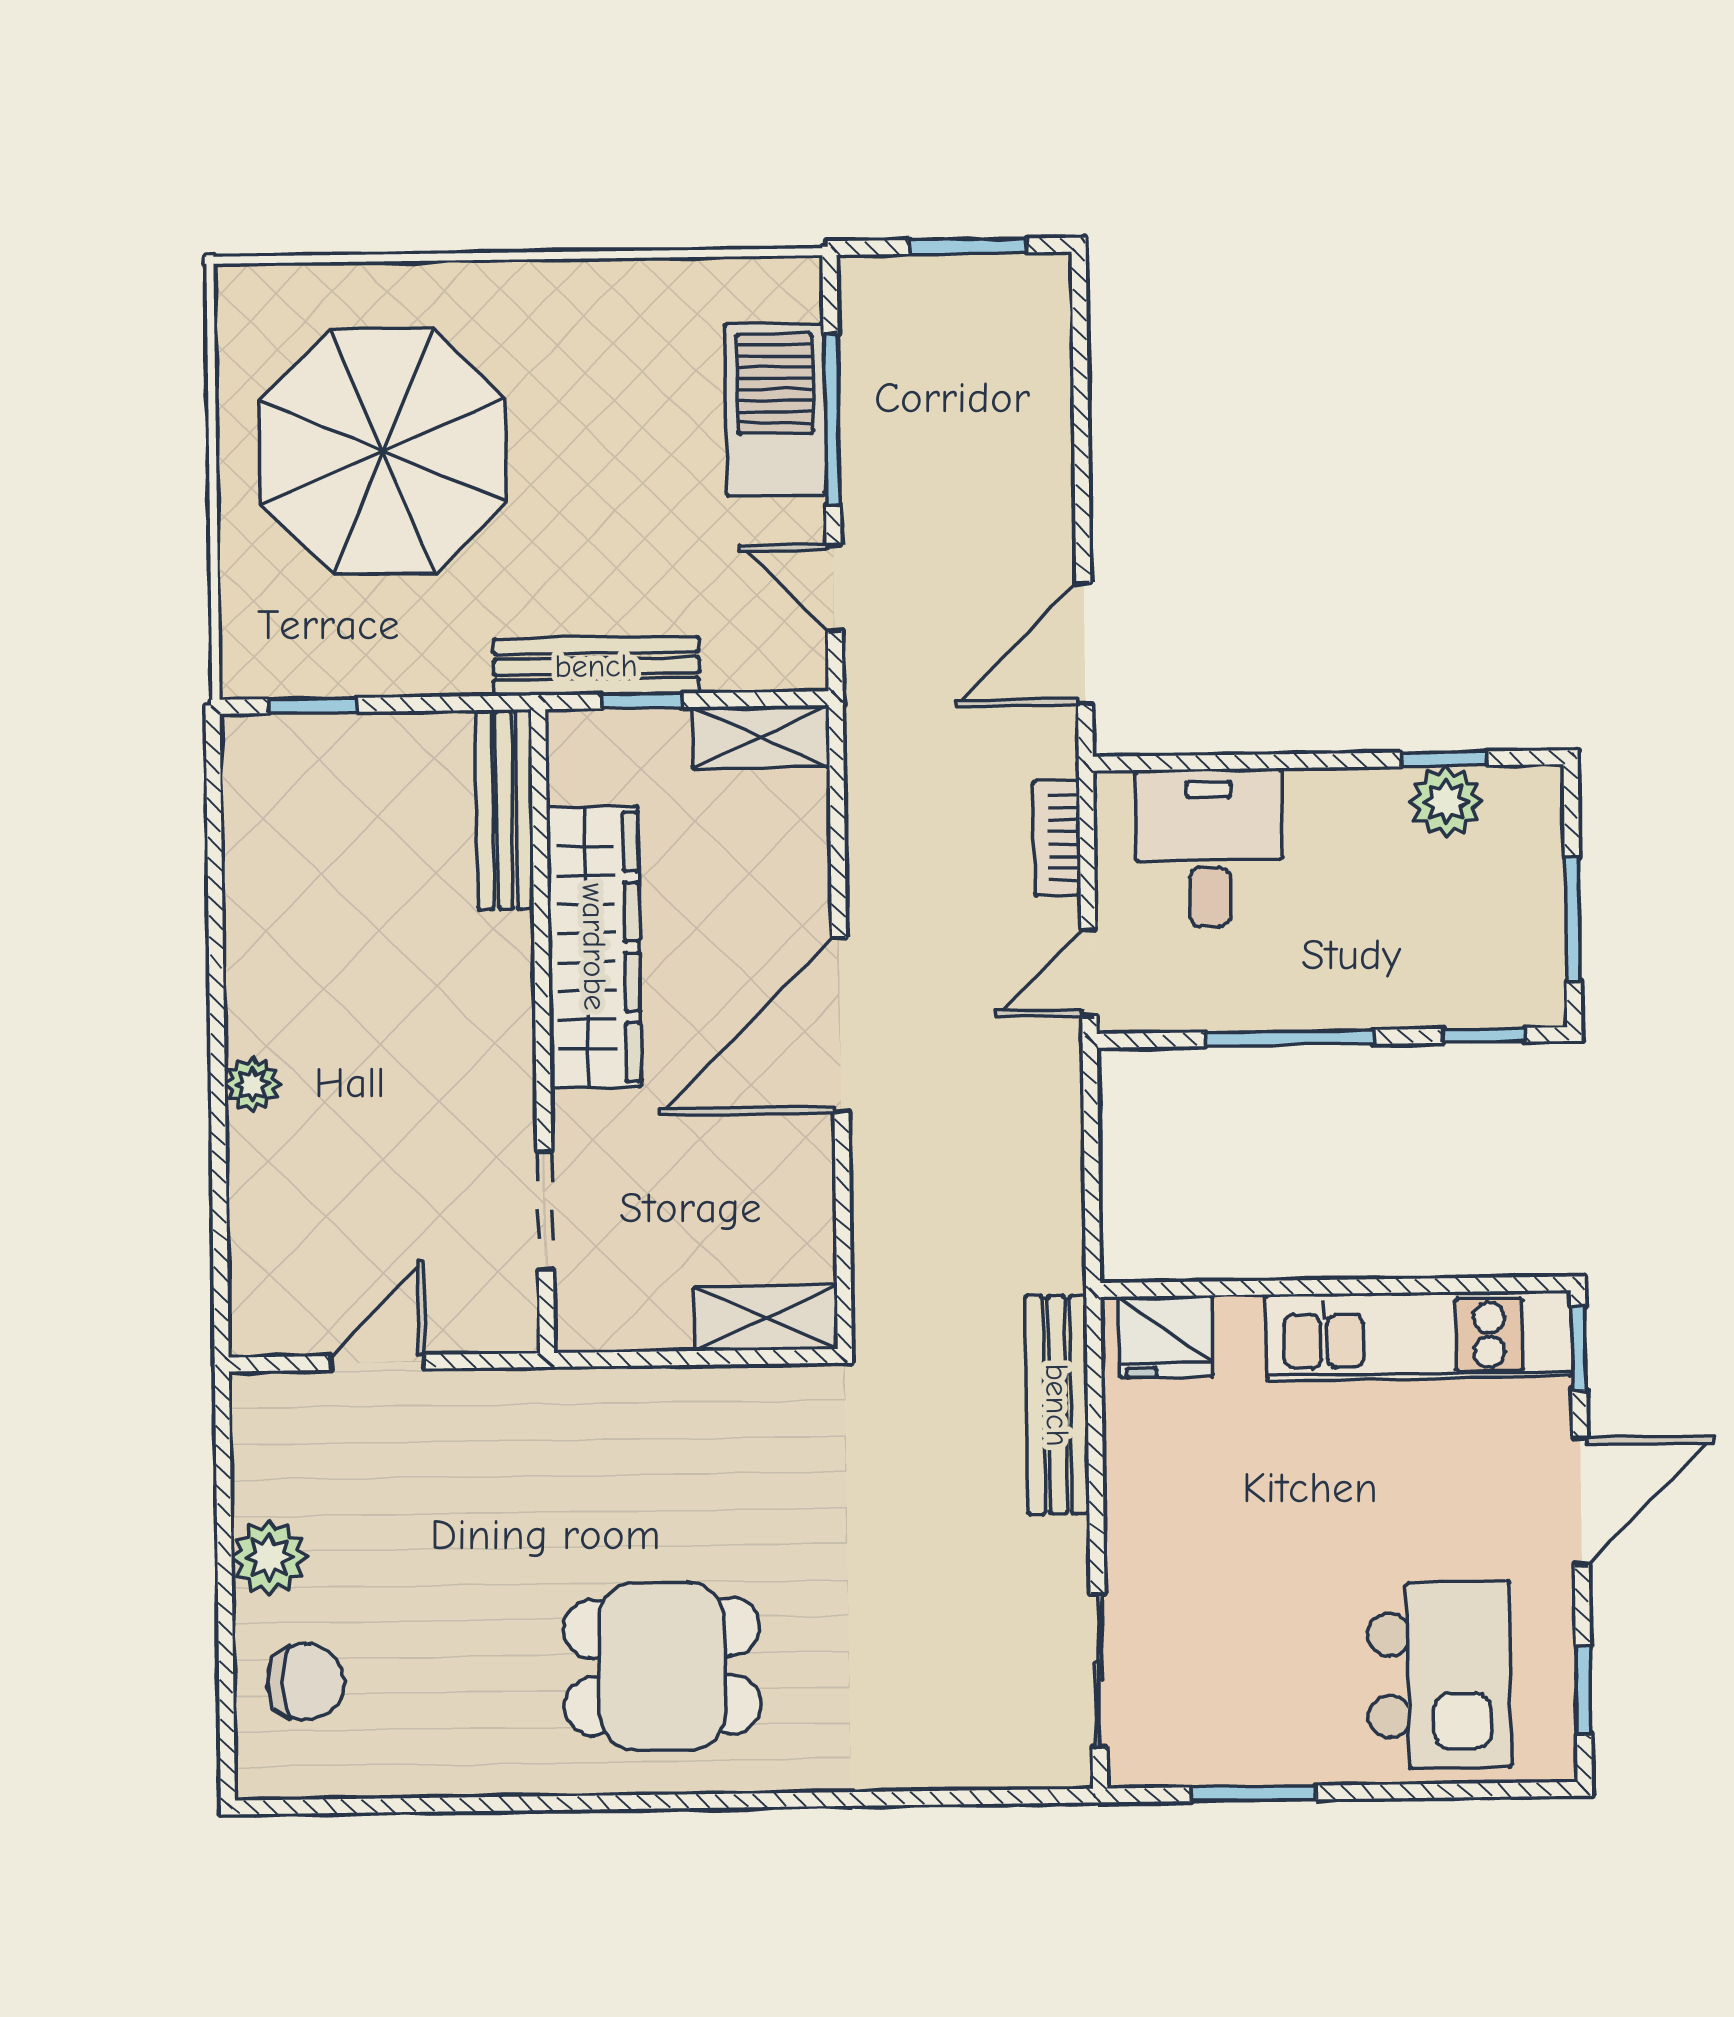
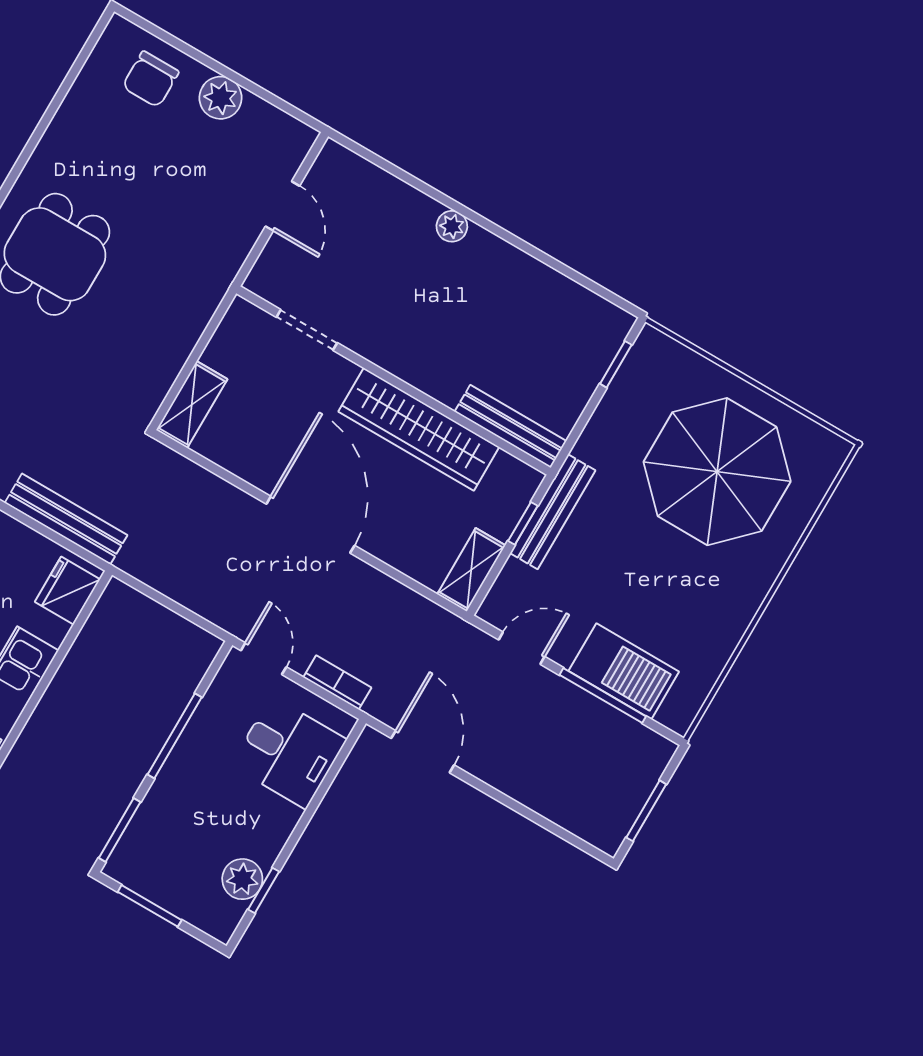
window: (1484, 1035) -> (120, 830), width x1.50

